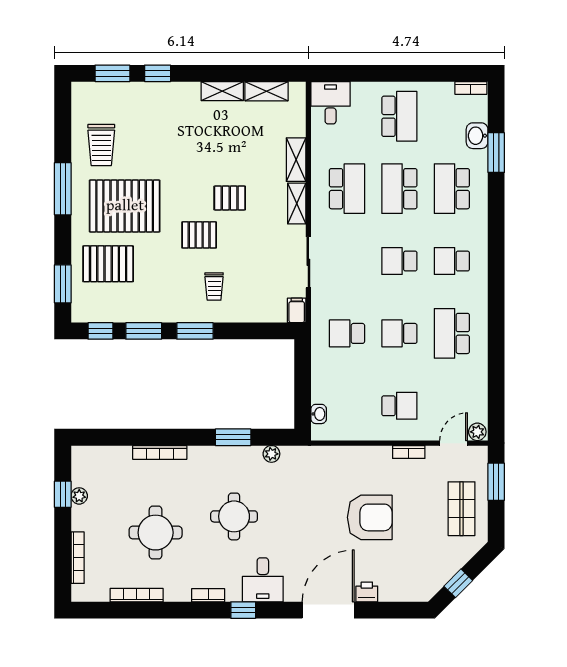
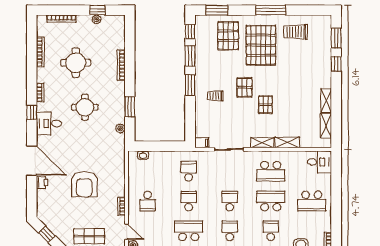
school desk: (452, 189) -> (271, 231), width x0.54

